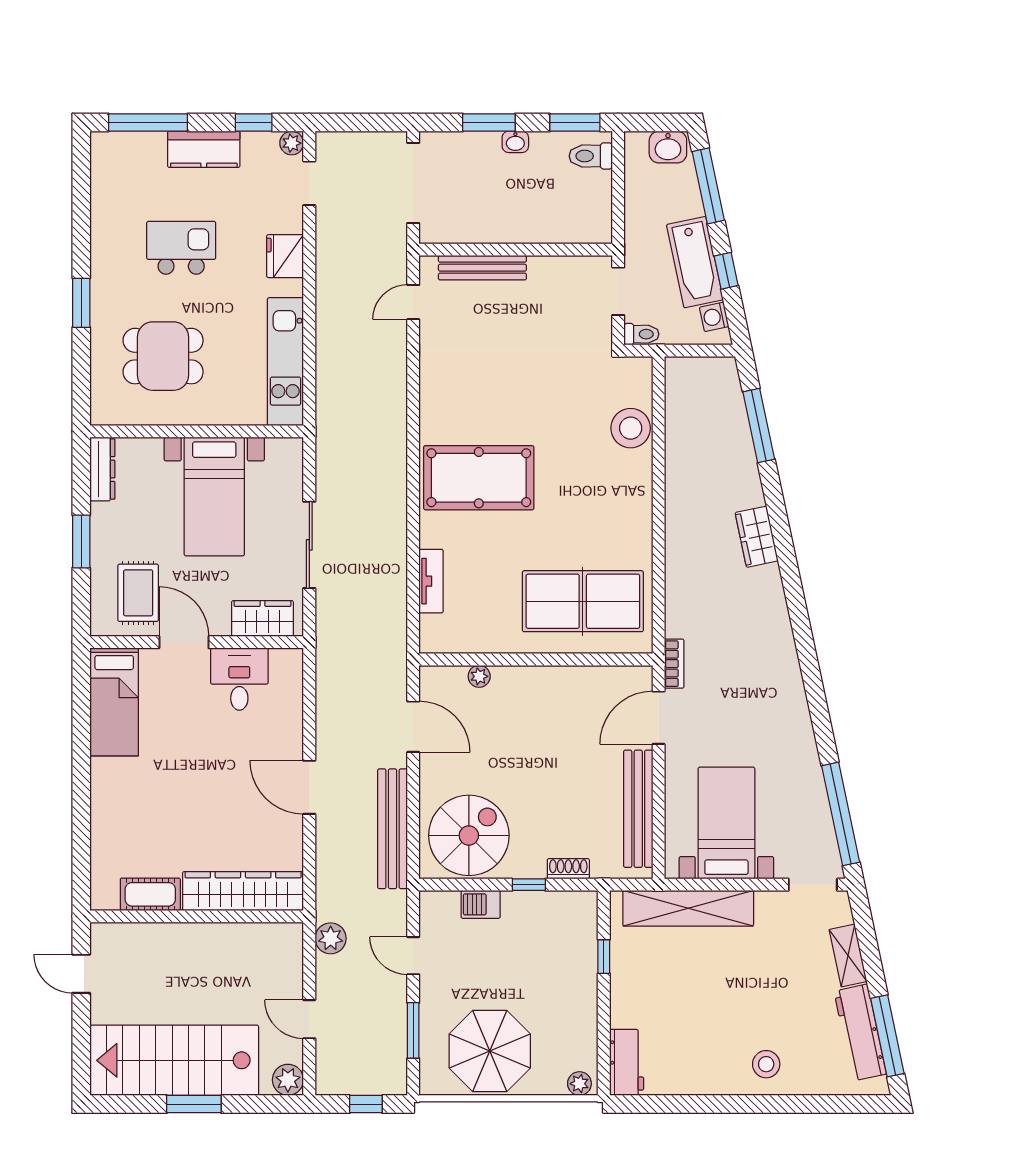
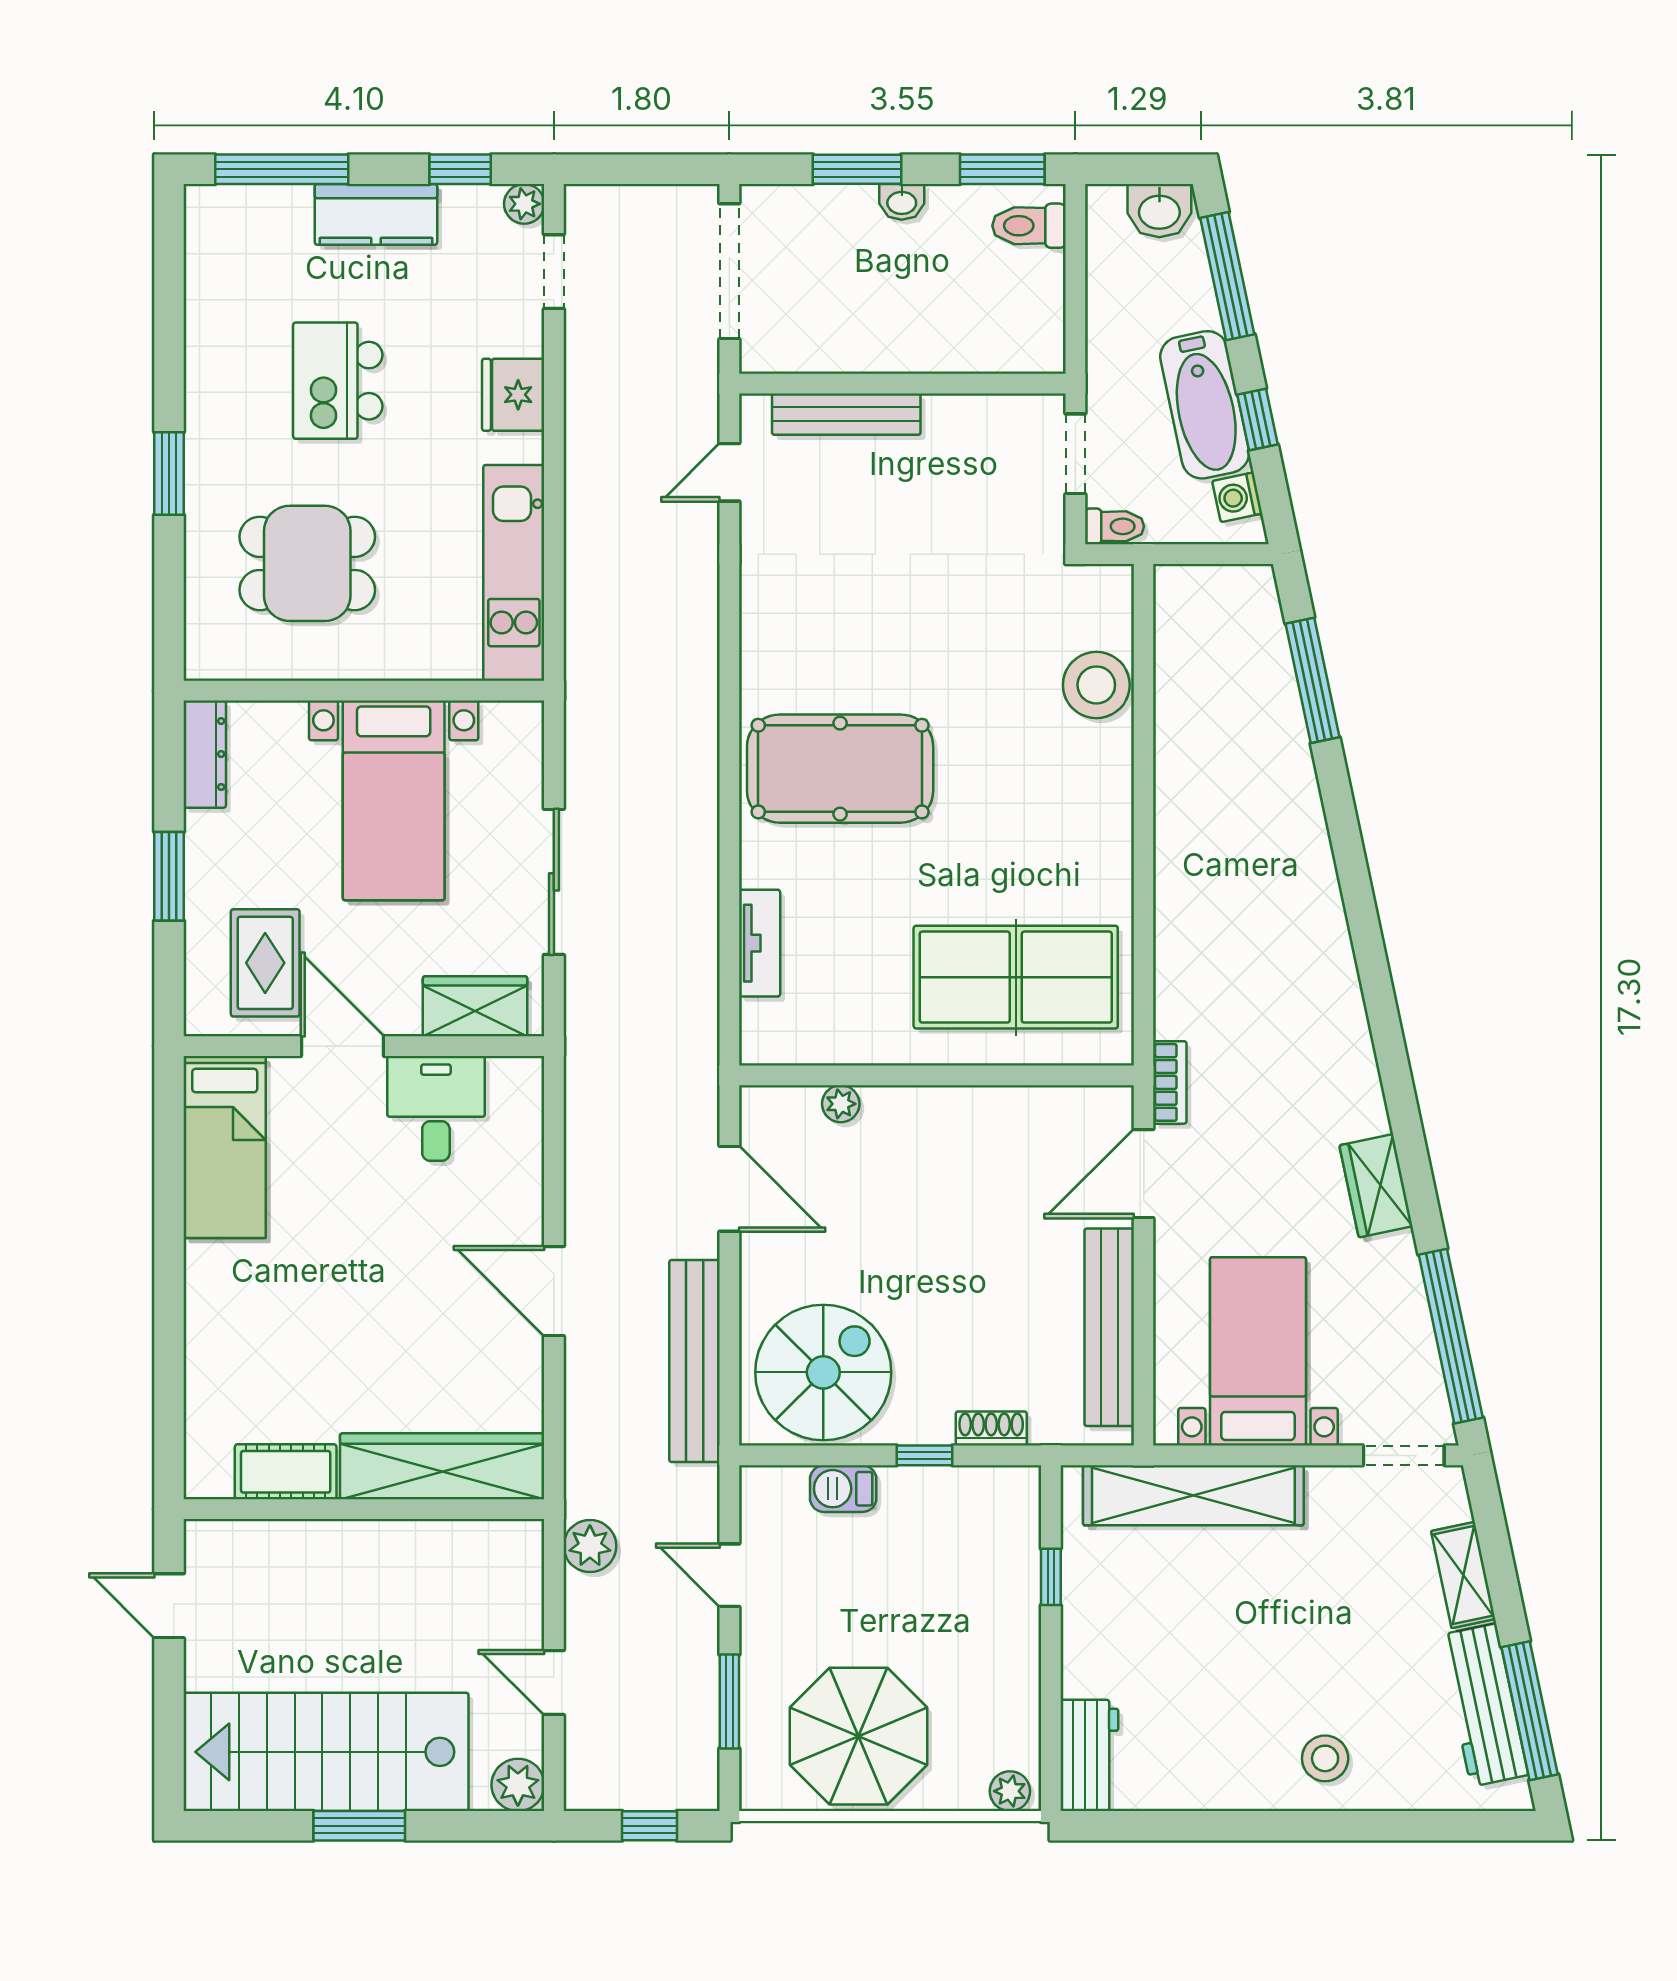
kitchen island: (181, 248) -> (338, 381), turned -90
wardrobe: (757, 537) -> (1376, 1186), moved

